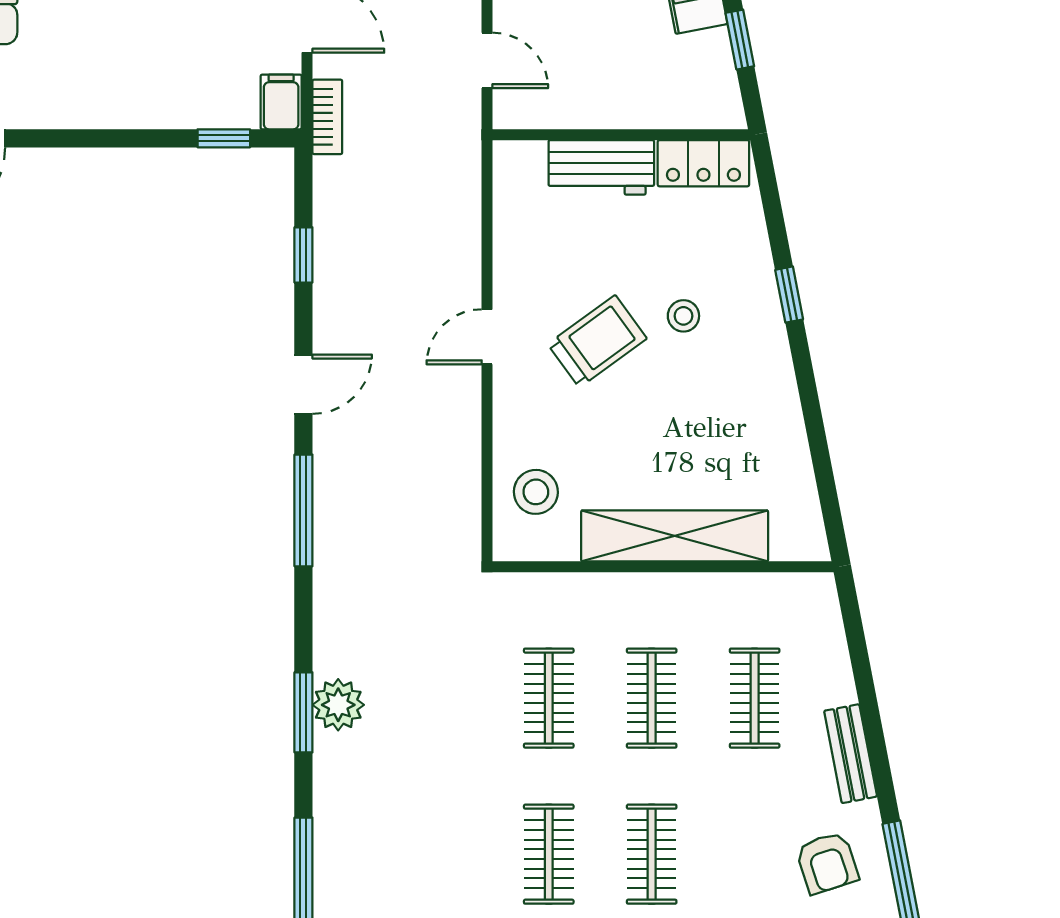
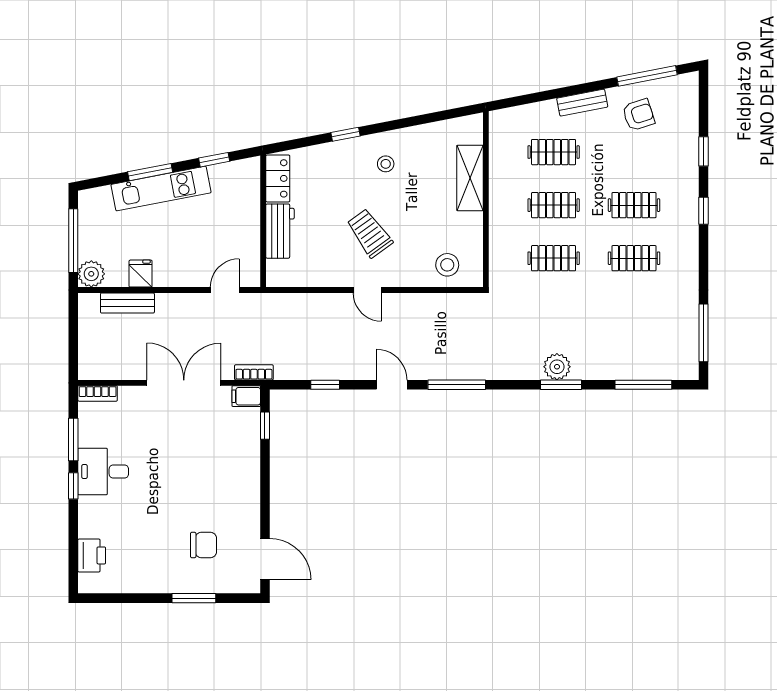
stool: (683, 316) -> (386, 164), moved
shelving: (675, 536) -> (470, 178), width x0.68

